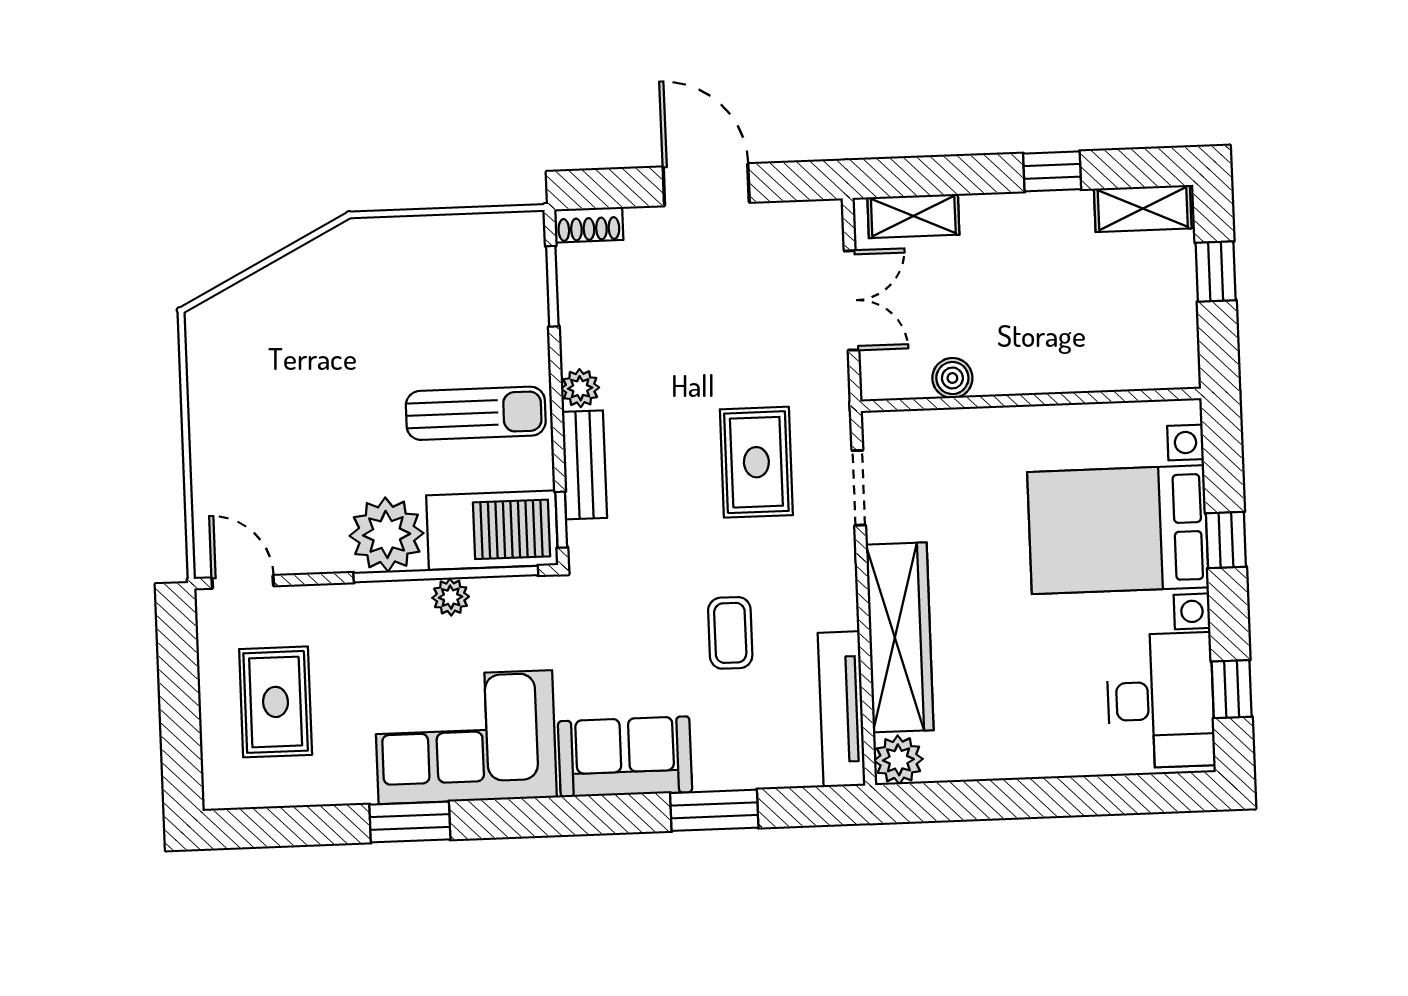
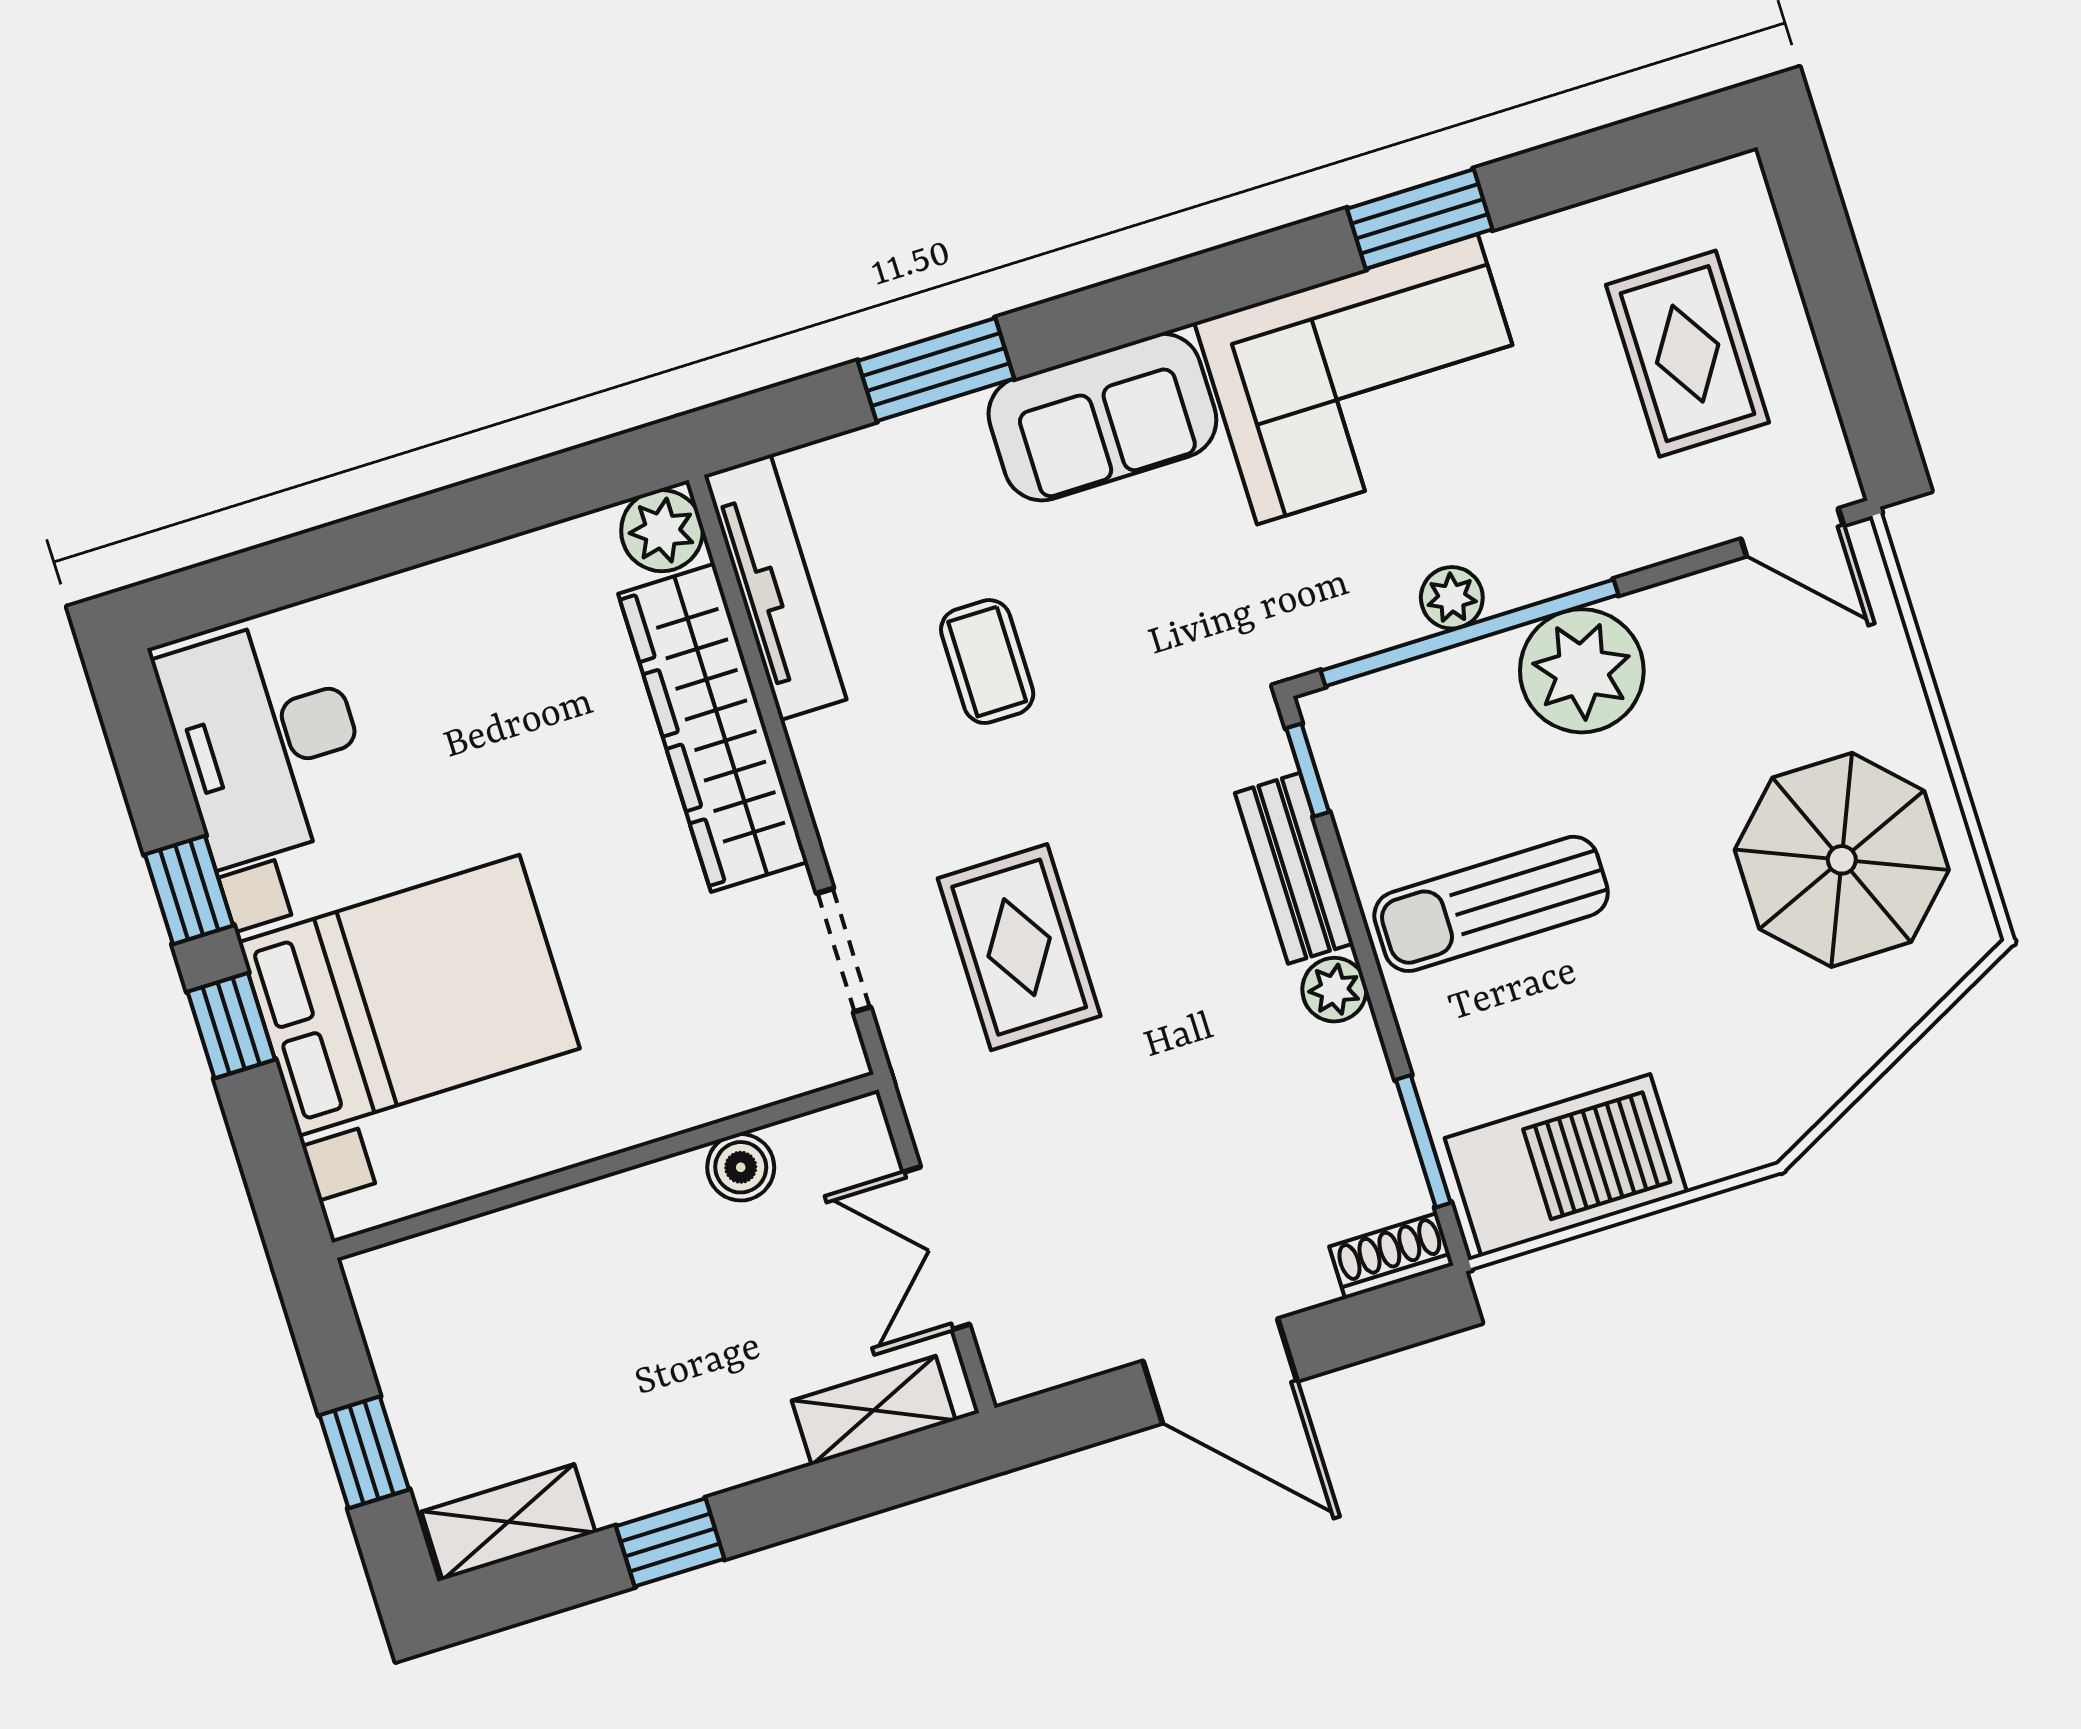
parasol: (265, 384) -> (1842, 860), added
barbecue: (492, 530) -> (1566, 1165), moved, turned 180
window: (1232, 689) -> (189, 890), moved

